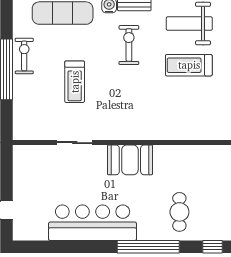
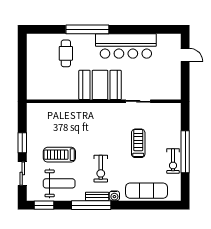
treadmill: (189, 65) -> (59, 155), turned 180
booth: (130, 160) -> (100, 85), width x1.36, depth x1.42
window: (213, 247) -> (43, 29), removed

